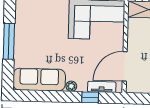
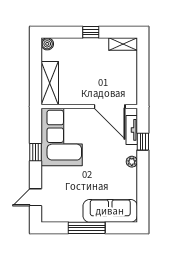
sofa: (39, 80) -> (110, 211), moved, turned 90

